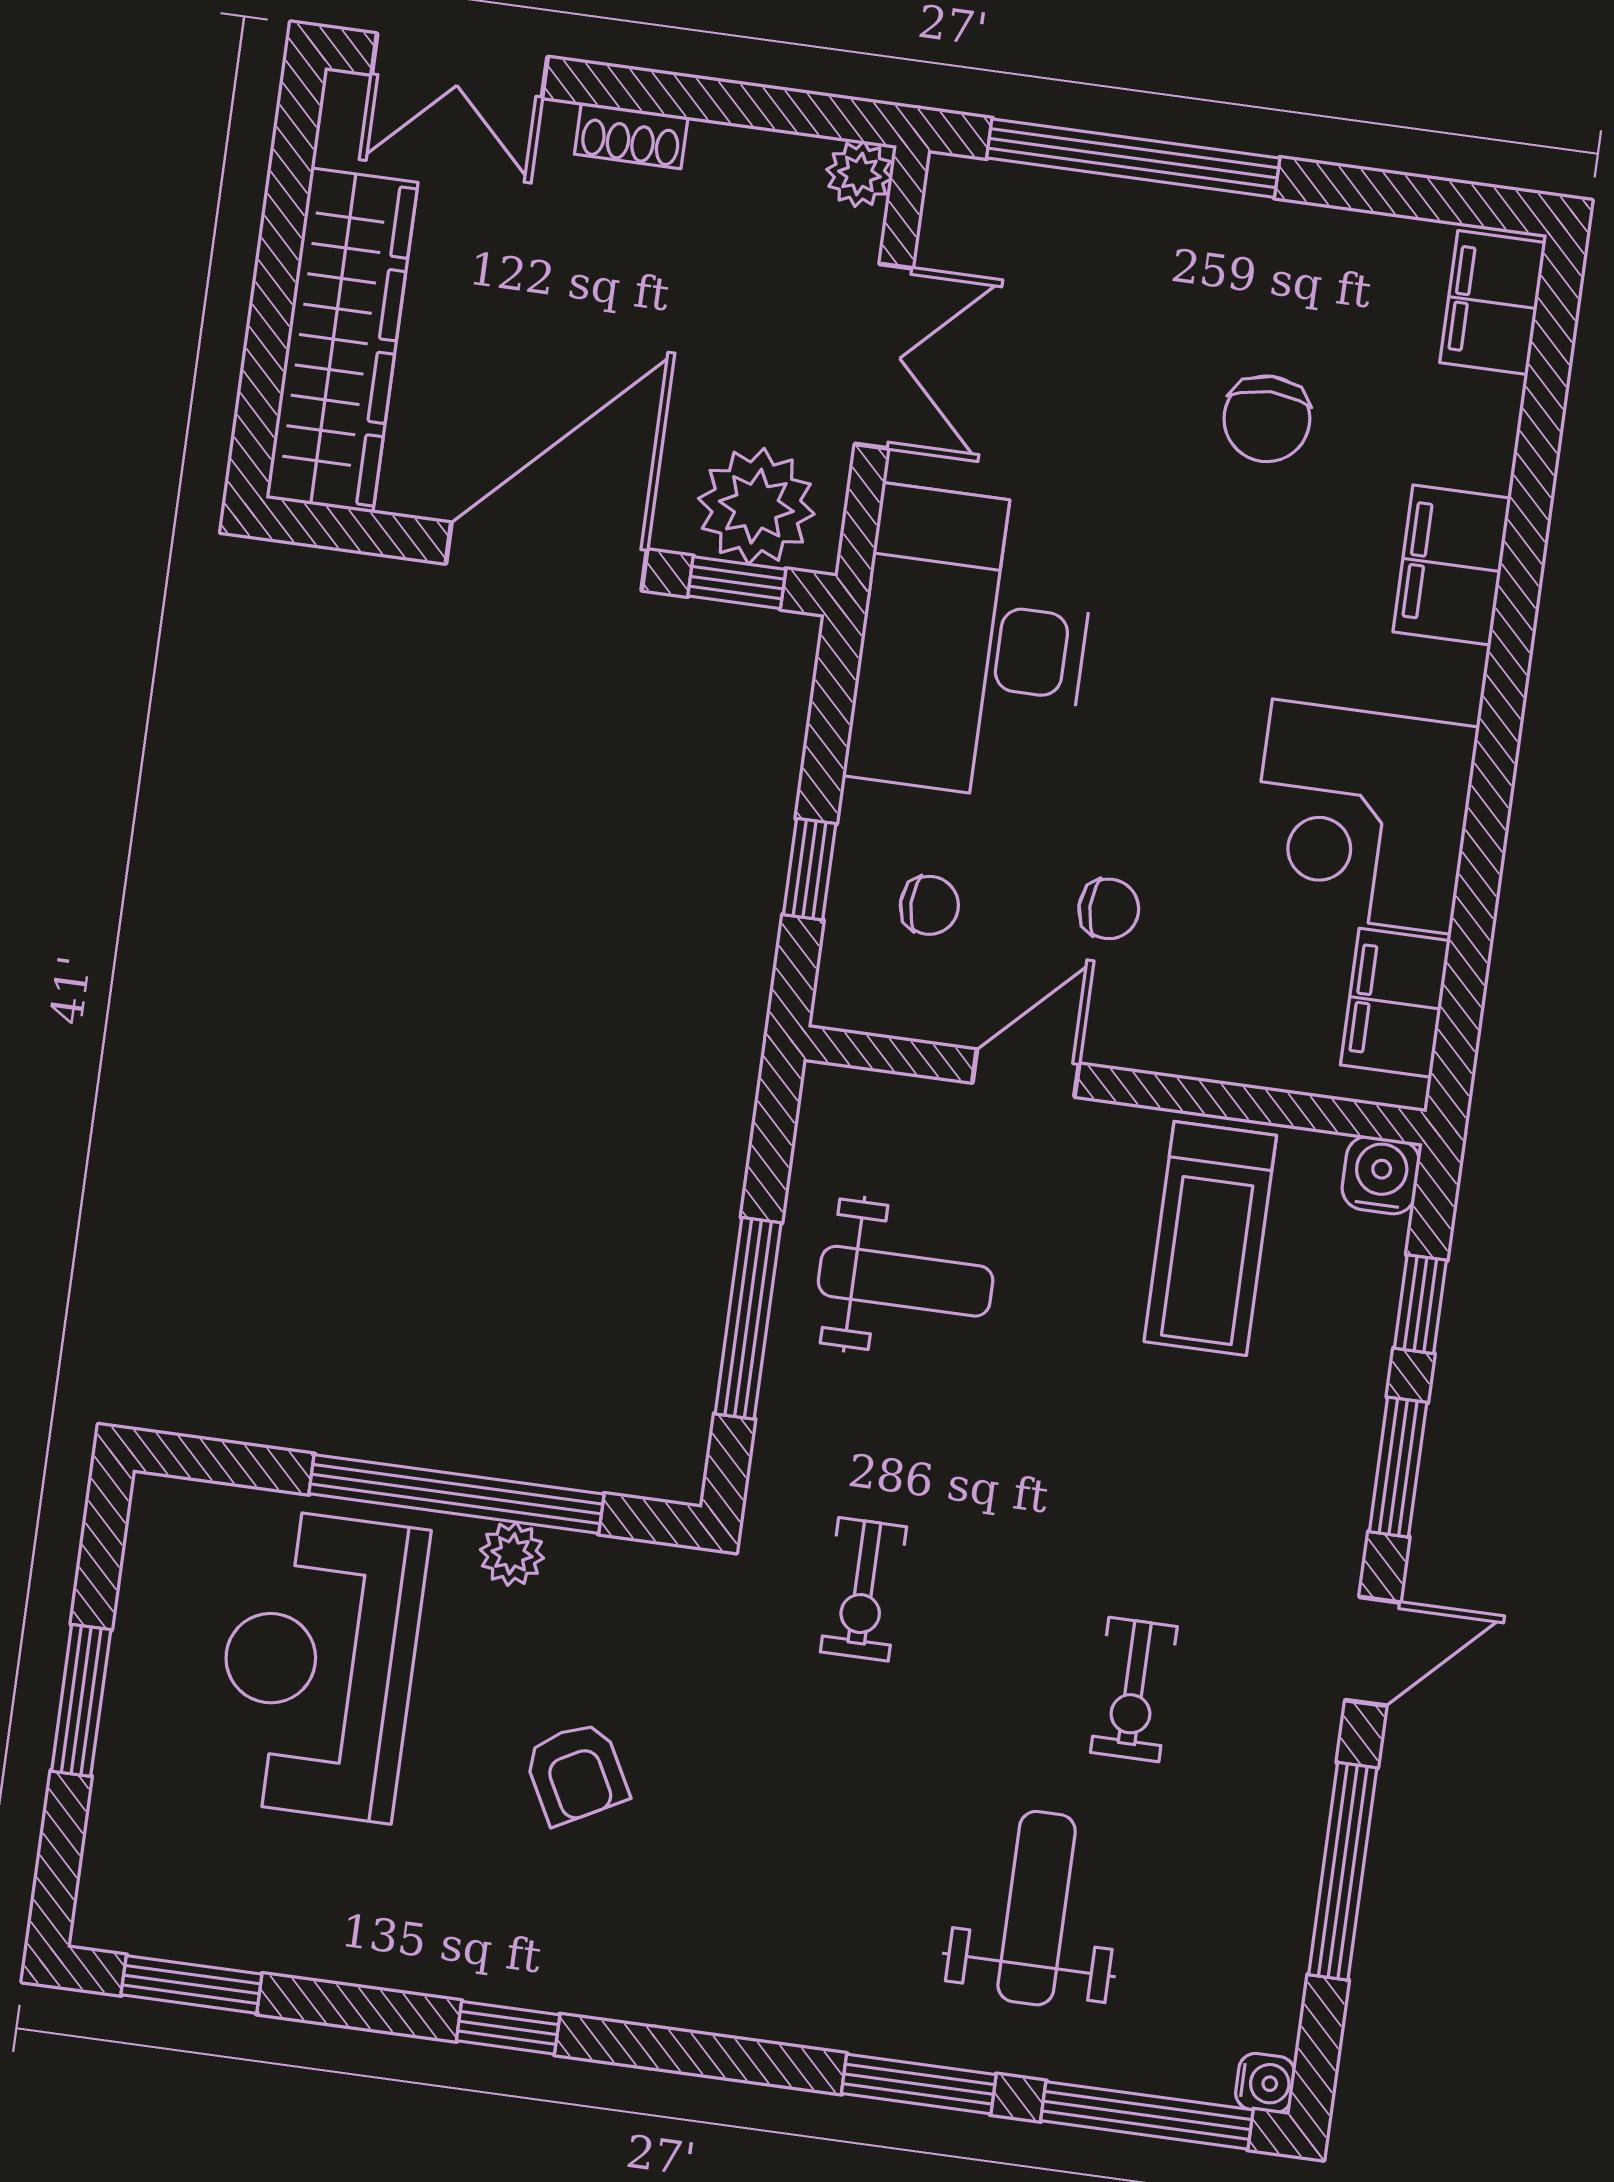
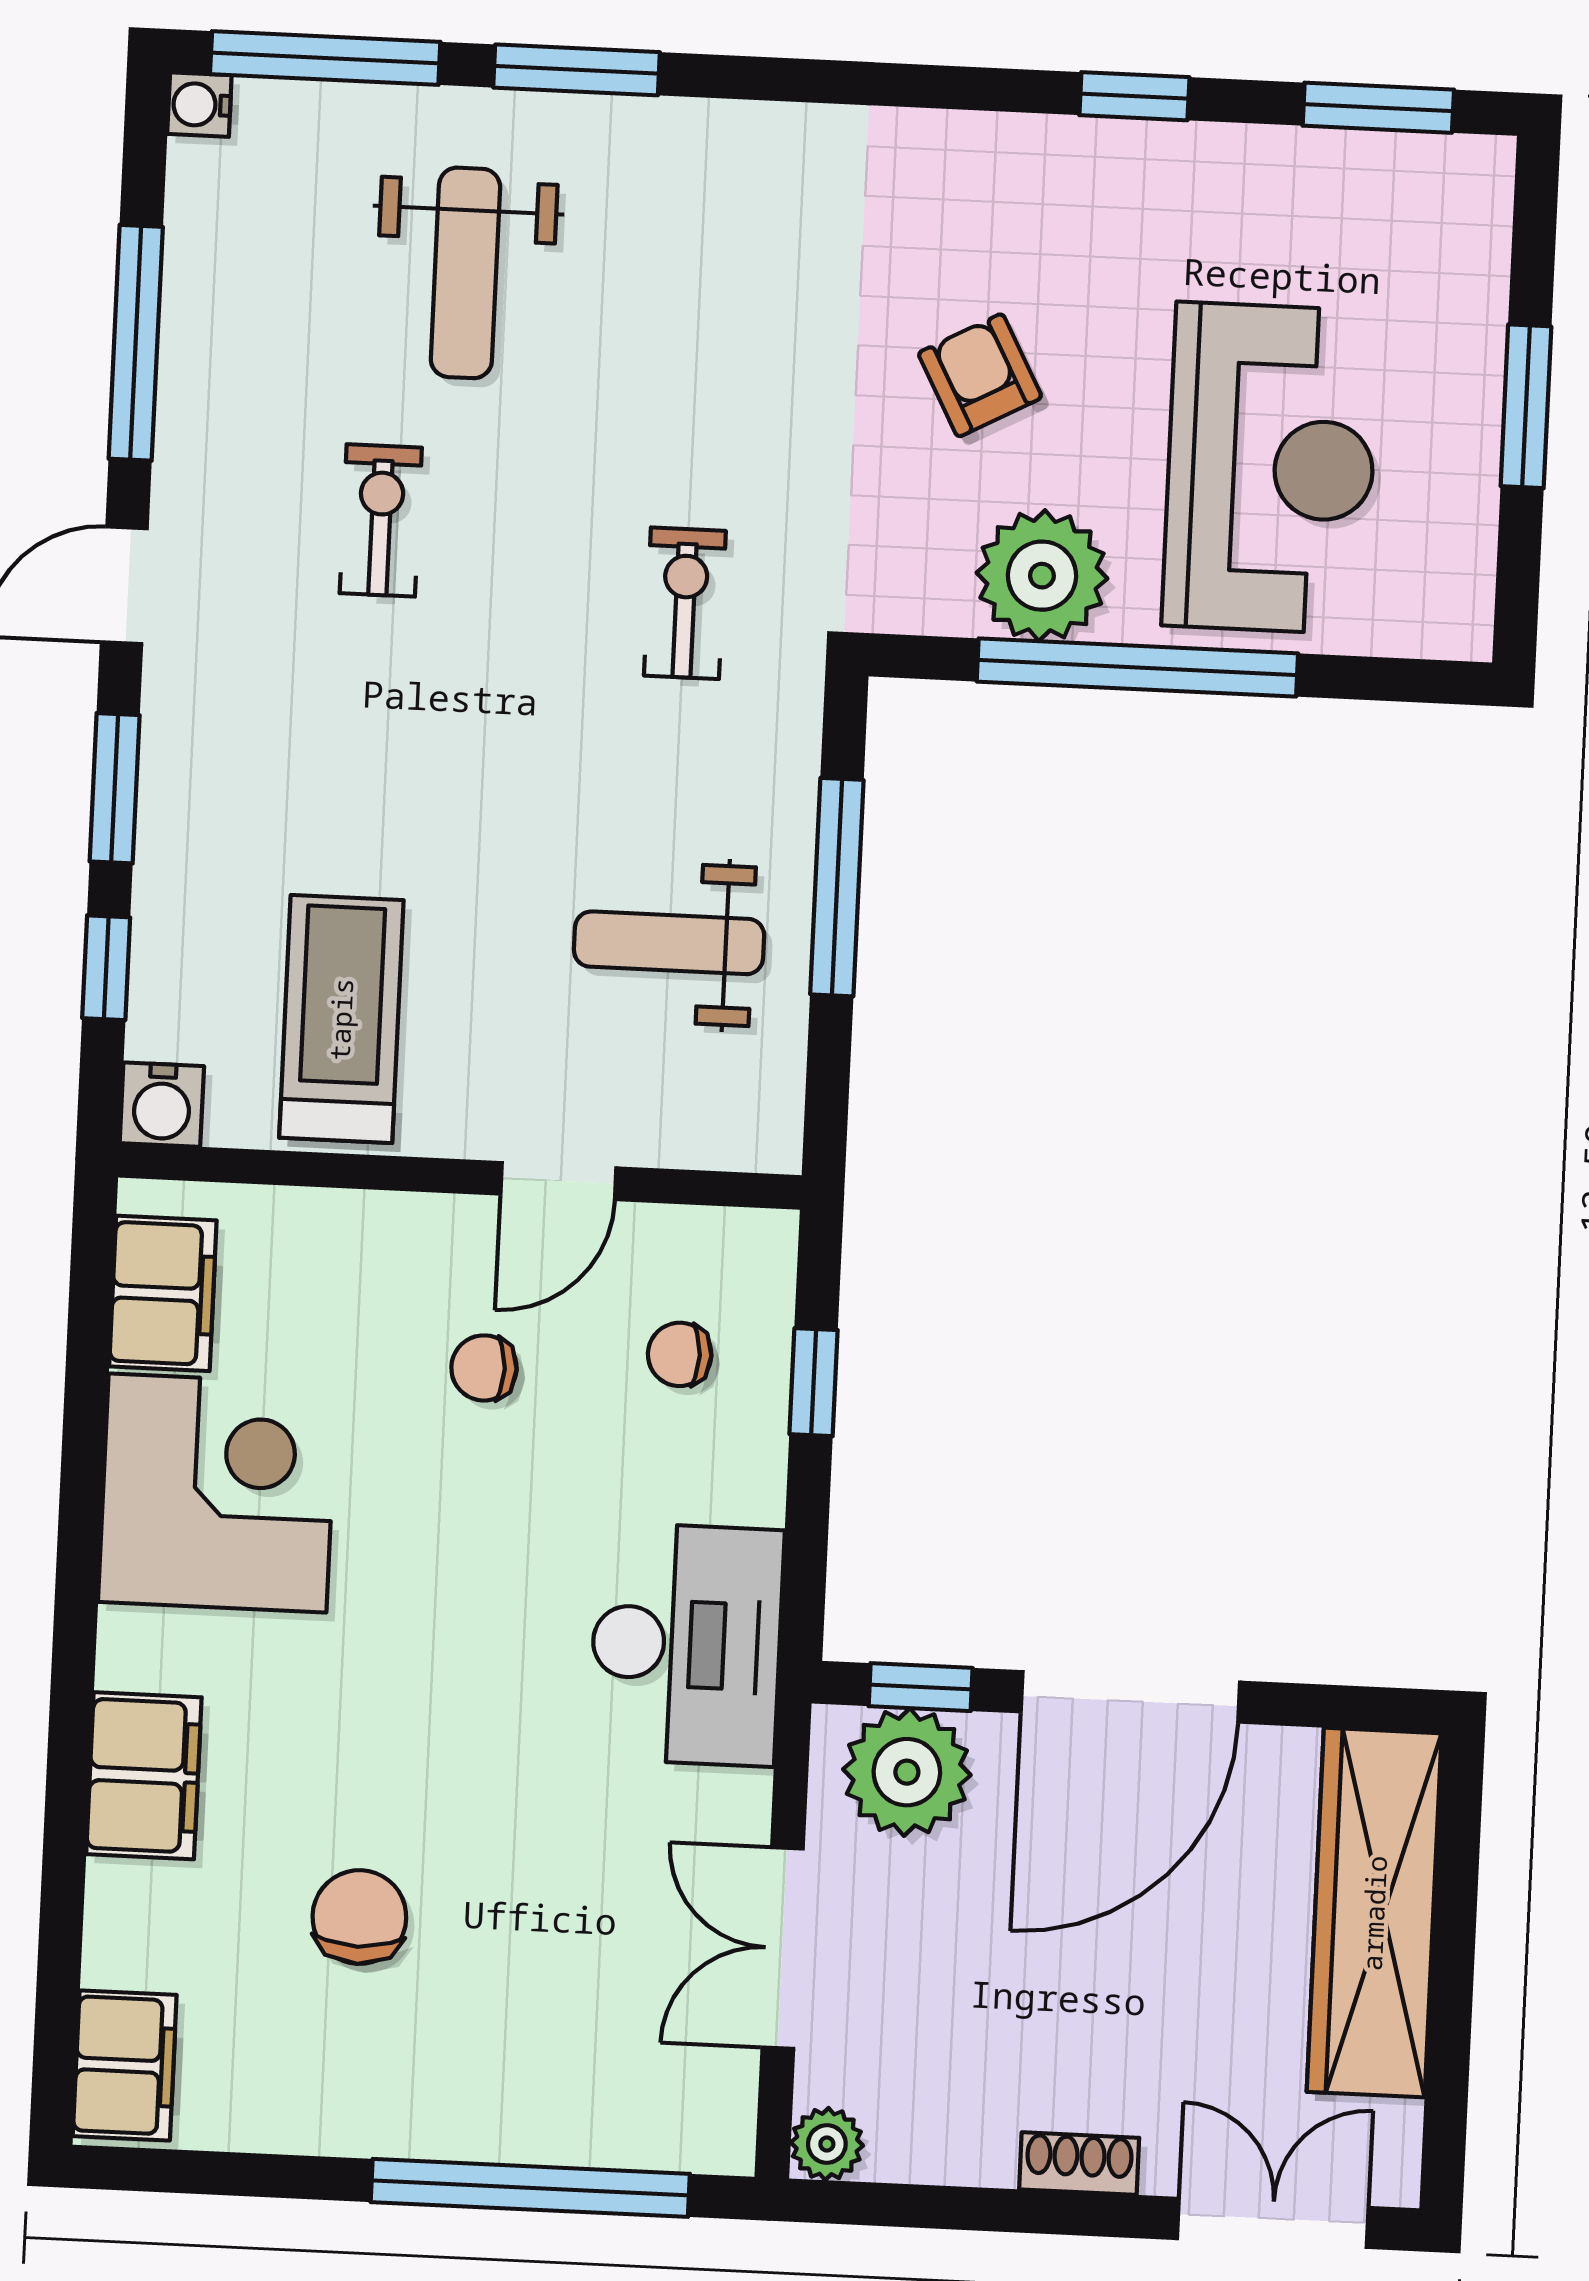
desk: (972, 644) -> (686, 1644), width x0.73, depth x0.77
plant: (512, 1554) -> (1042, 576), width x1.88, depth x1.88
window: (508, 2028) -> (1134, 96), moved

